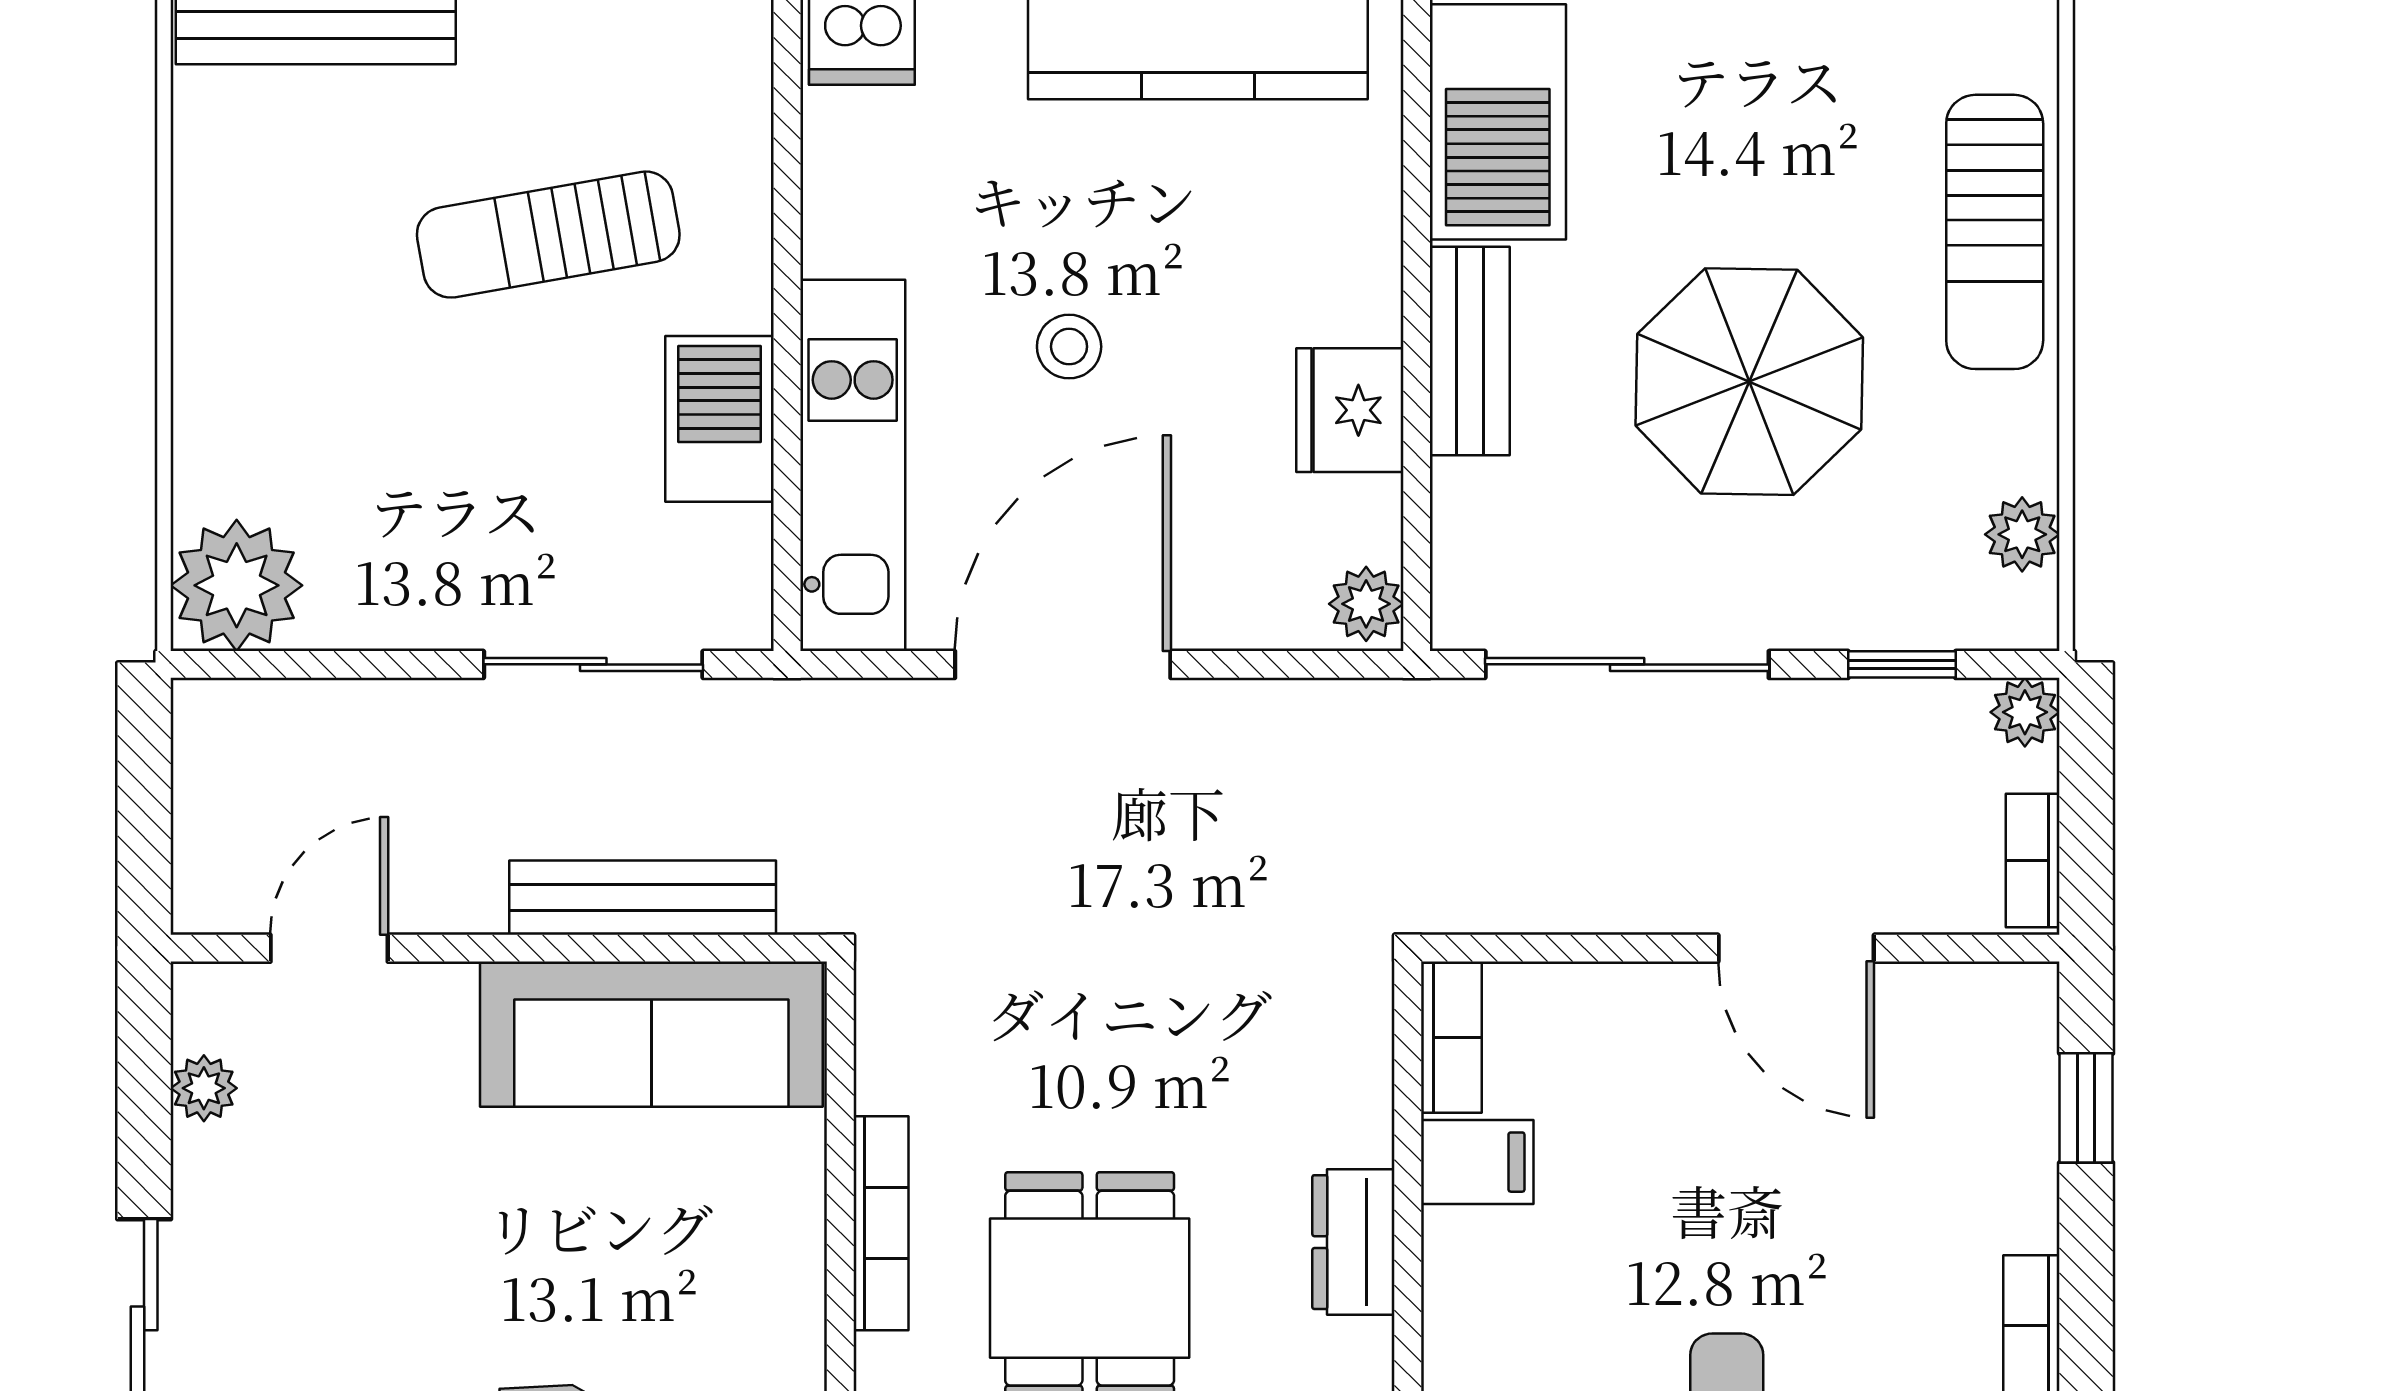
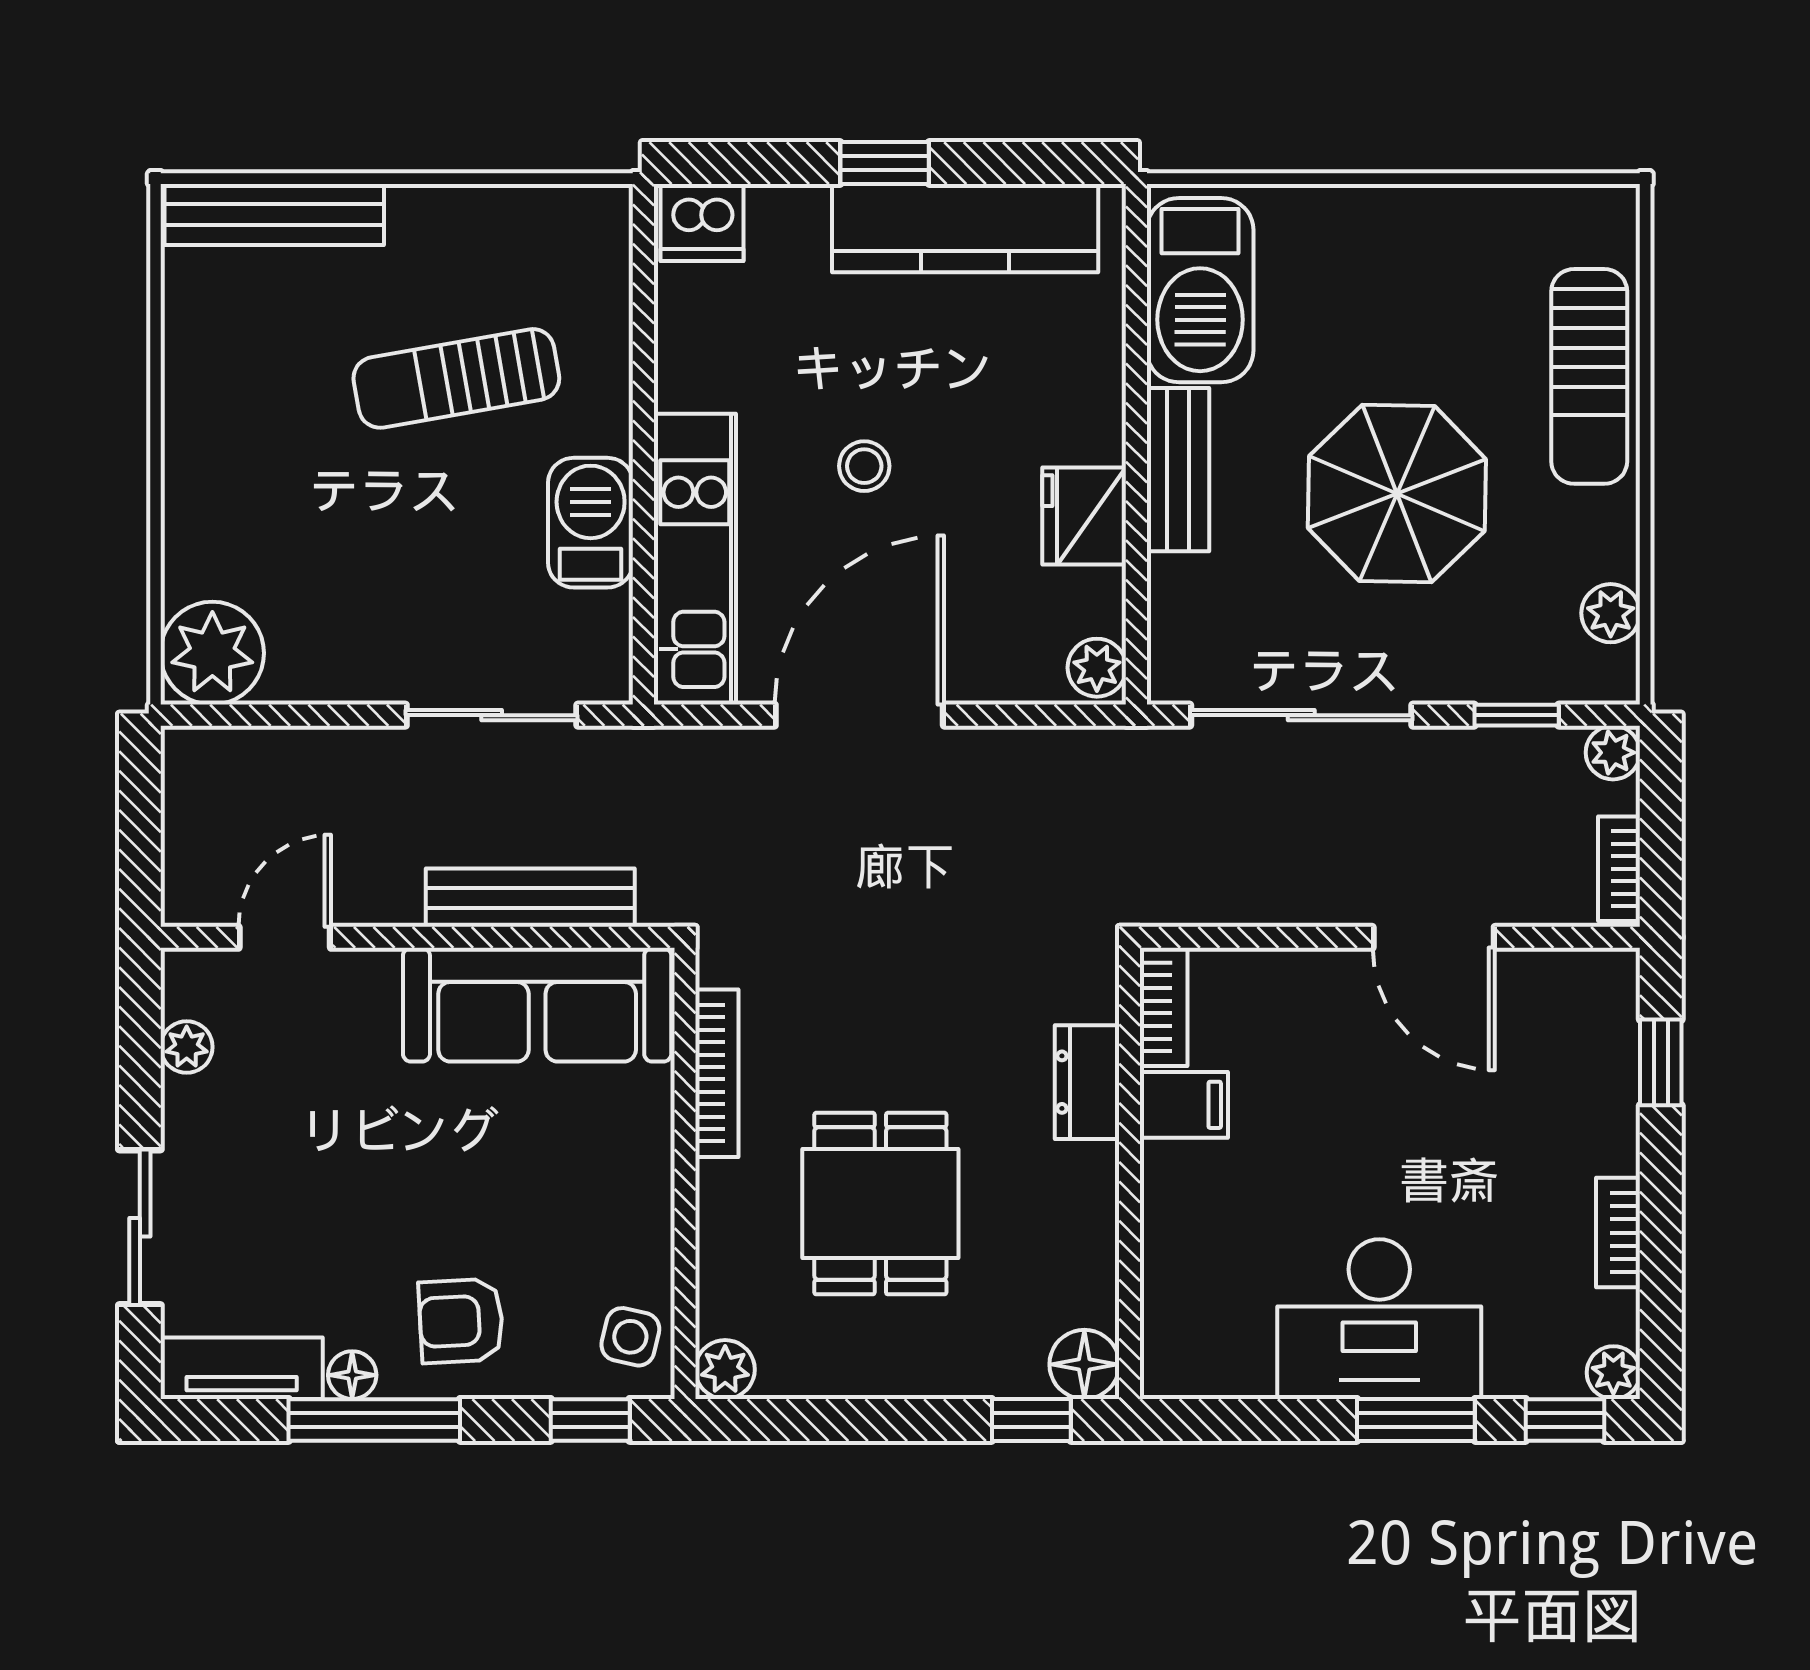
bookcase: (881, 1223) -> (717, 1073), moved
dresser: (1353, 1242) -> (1087, 1082), moved

